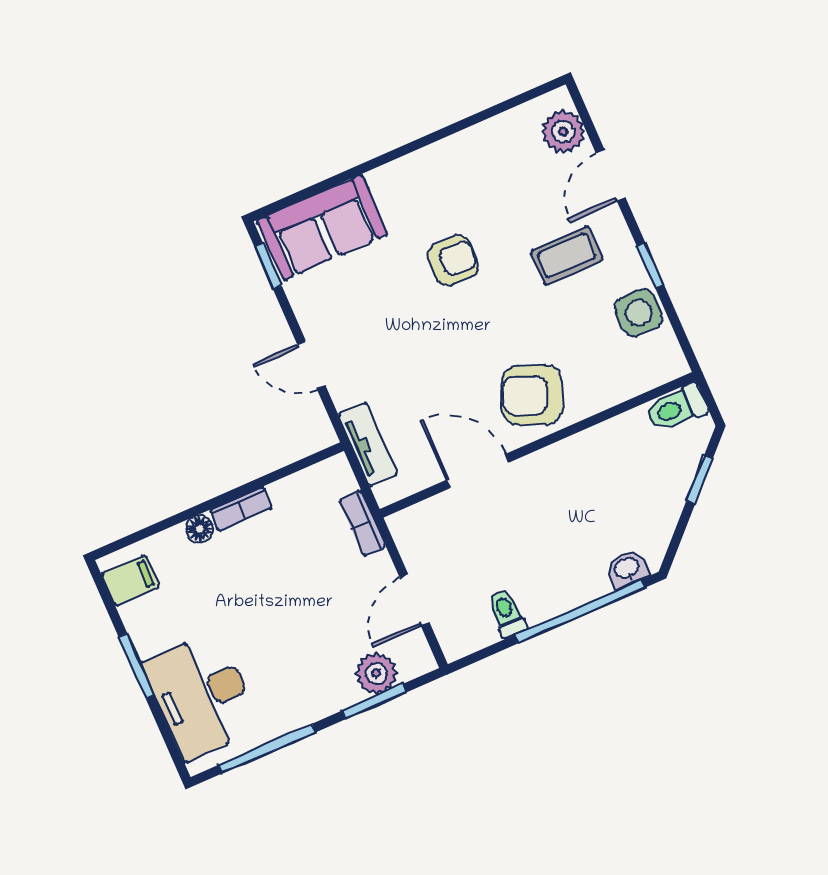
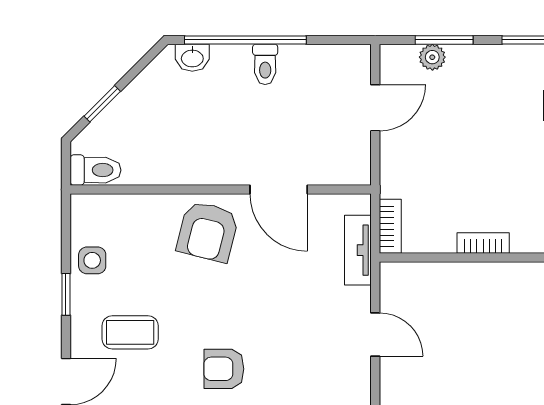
side table: (639, 313) -> (92, 260), width x0.73, depth x0.73
armchair: (532, 395) -> (208, 232), turned 82
bookcase: (363, 524) -> (390, 226), moved
floor lamp: (200, 529) -> (524, 241), removed
toilet: (506, 613) -> (265, 64), moved
plant: (376, 673) -> (432, 57), width x0.73, depth x0.73

